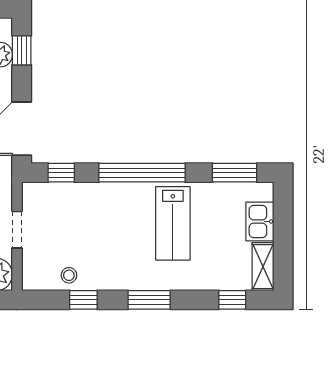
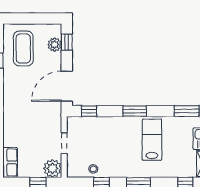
window: (142, 173) -> (135, 111), width x0.47
lab bench: (173, 223) -> (152, 140), turned 180

